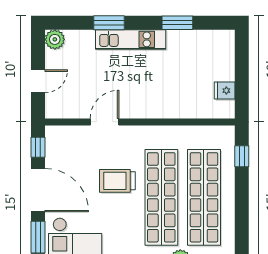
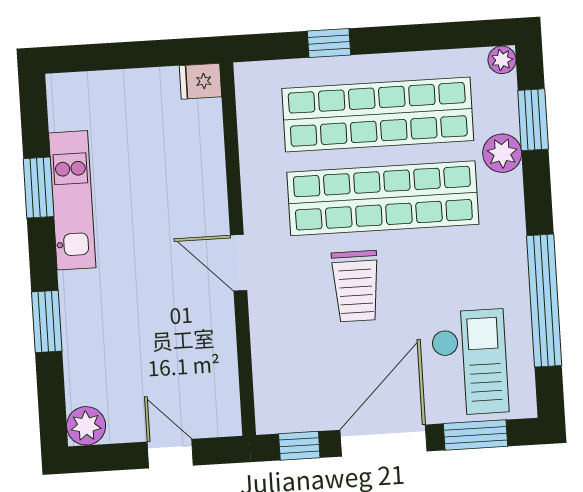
kitchen unit: (131, 39) -> (72, 200), moved
fridge: (225, 91) -> (201, 81), moved, turned 90
door: (105, 122) -> (239, 263), moved
window: (242, 156) -> (329, 43), moved

